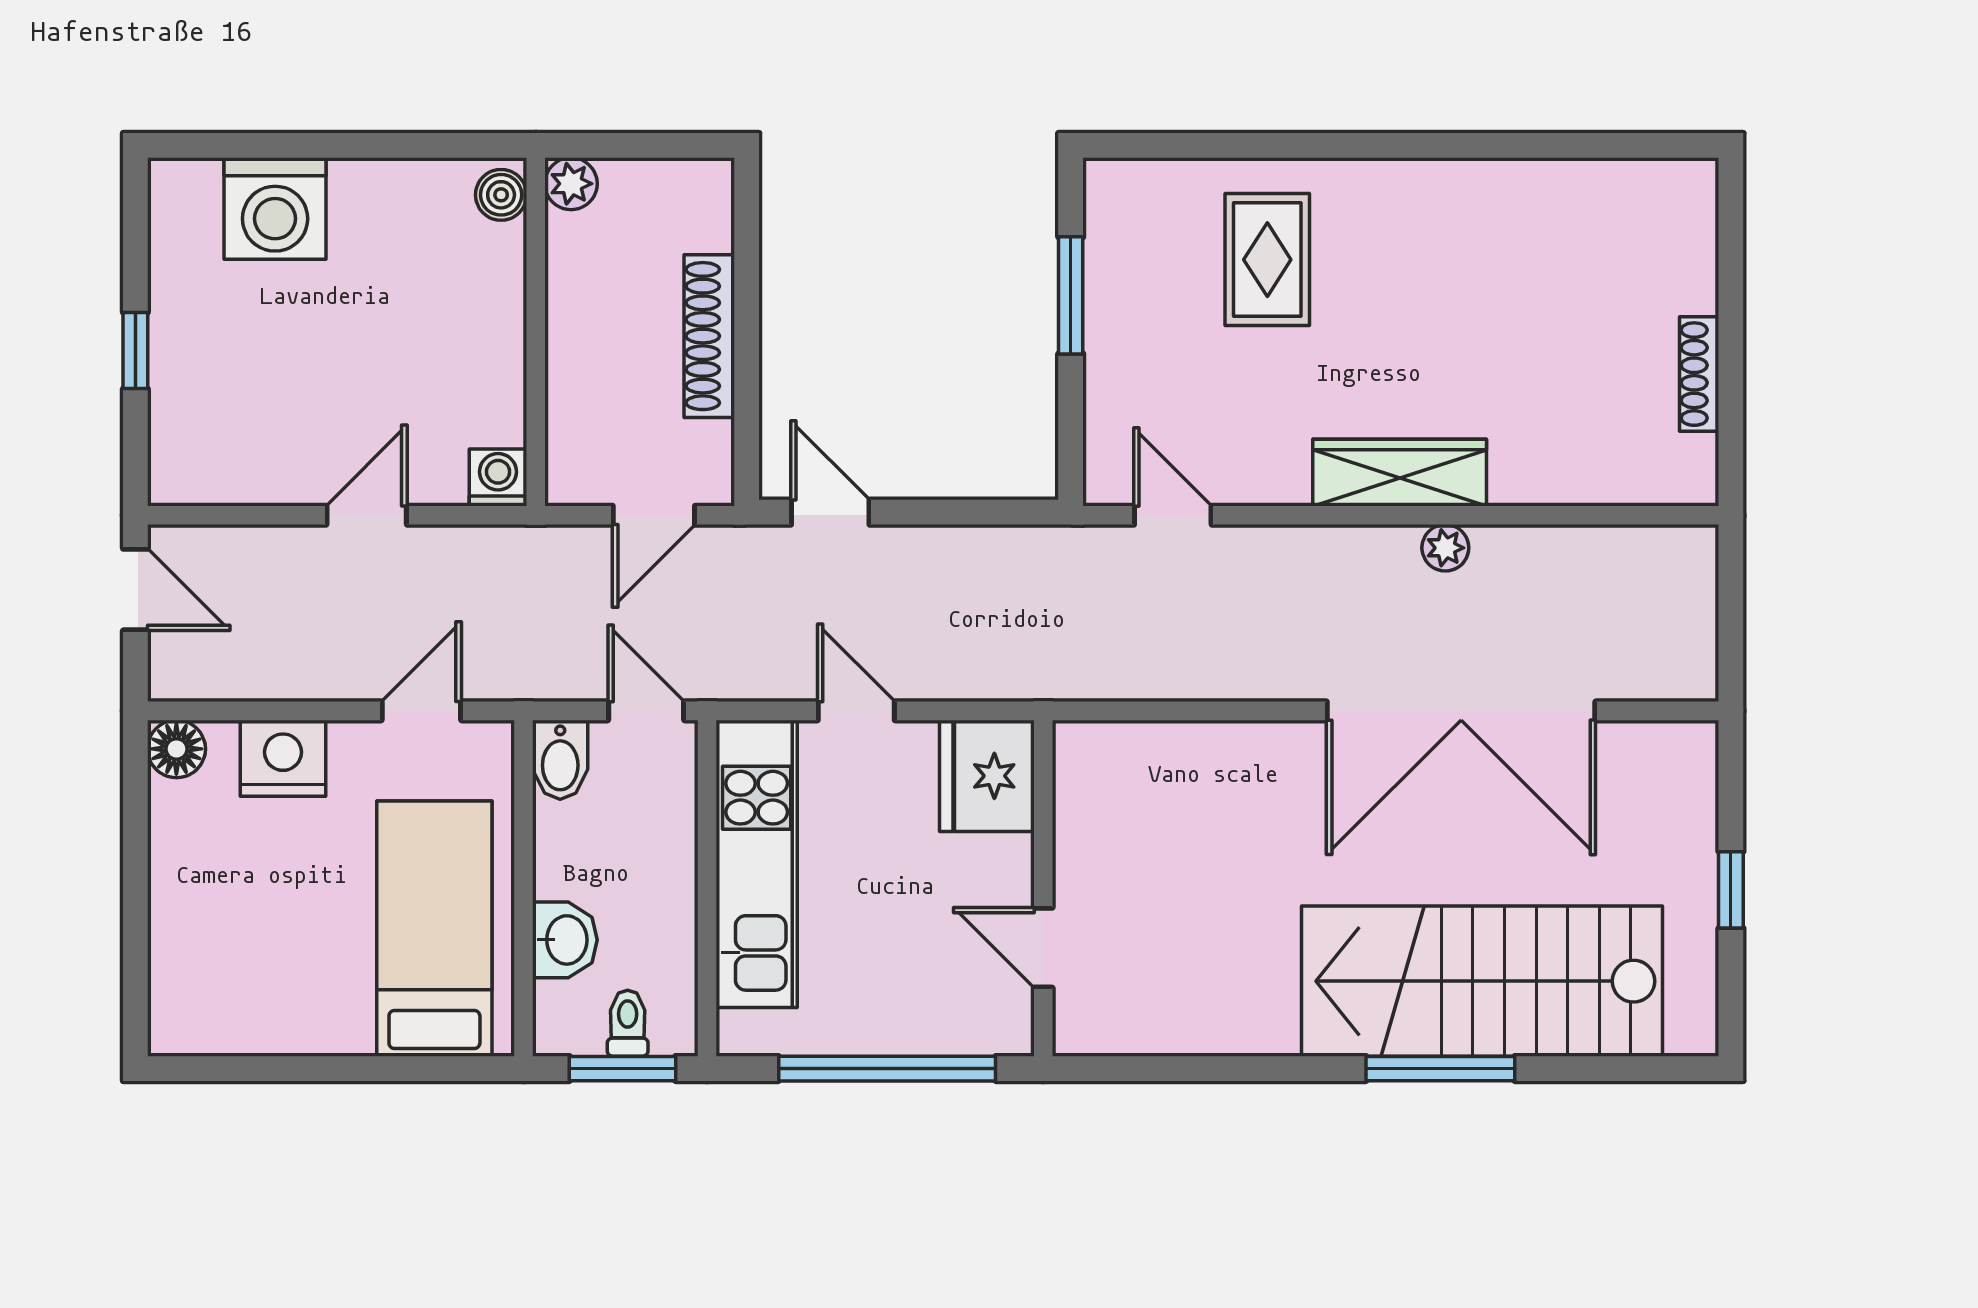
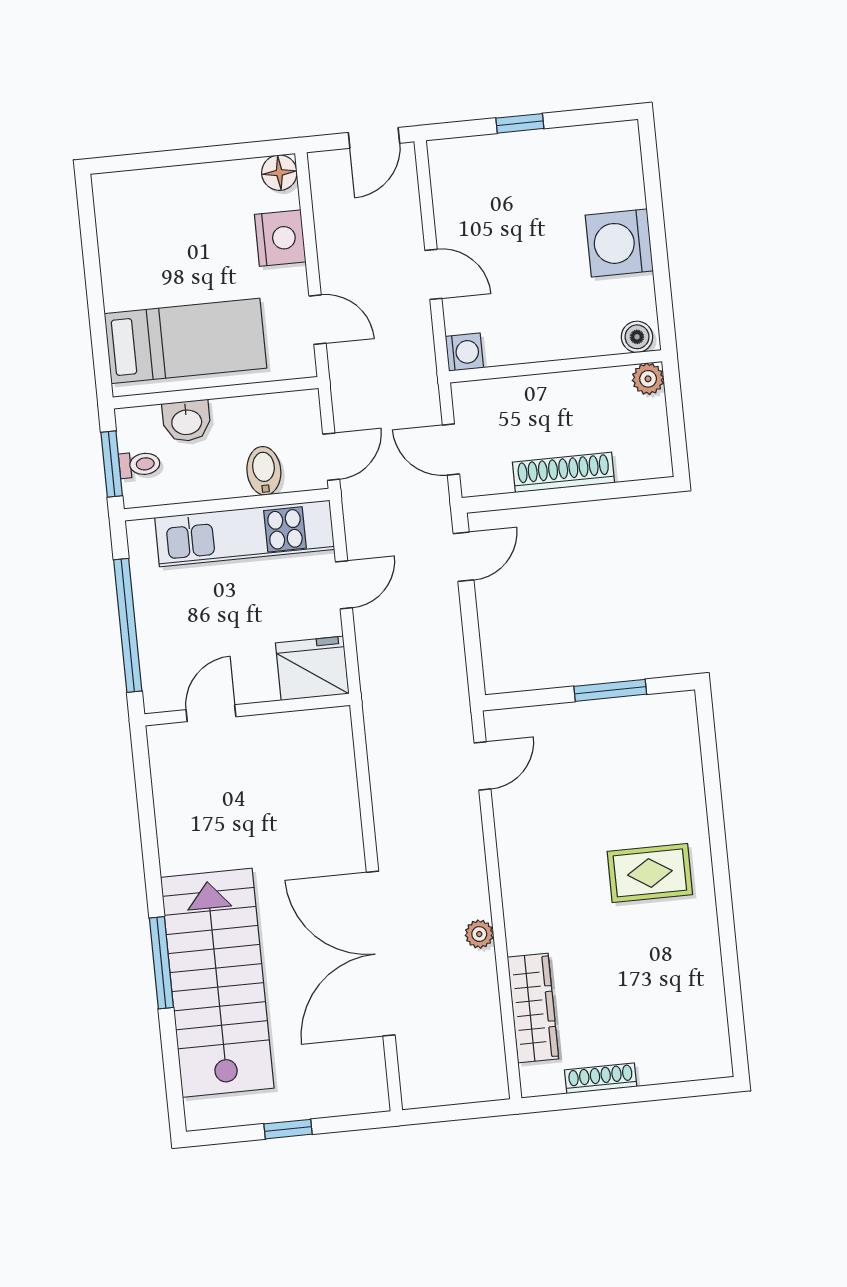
washing machine: (275, 208) -> (619, 243), moved
rug: (1267, 260) -> (650, 873), moved
wardrobe: (1400, 473) -> (533, 1008), moved
bidet: (560, 760) -> (264, 471), moved, turned 90

